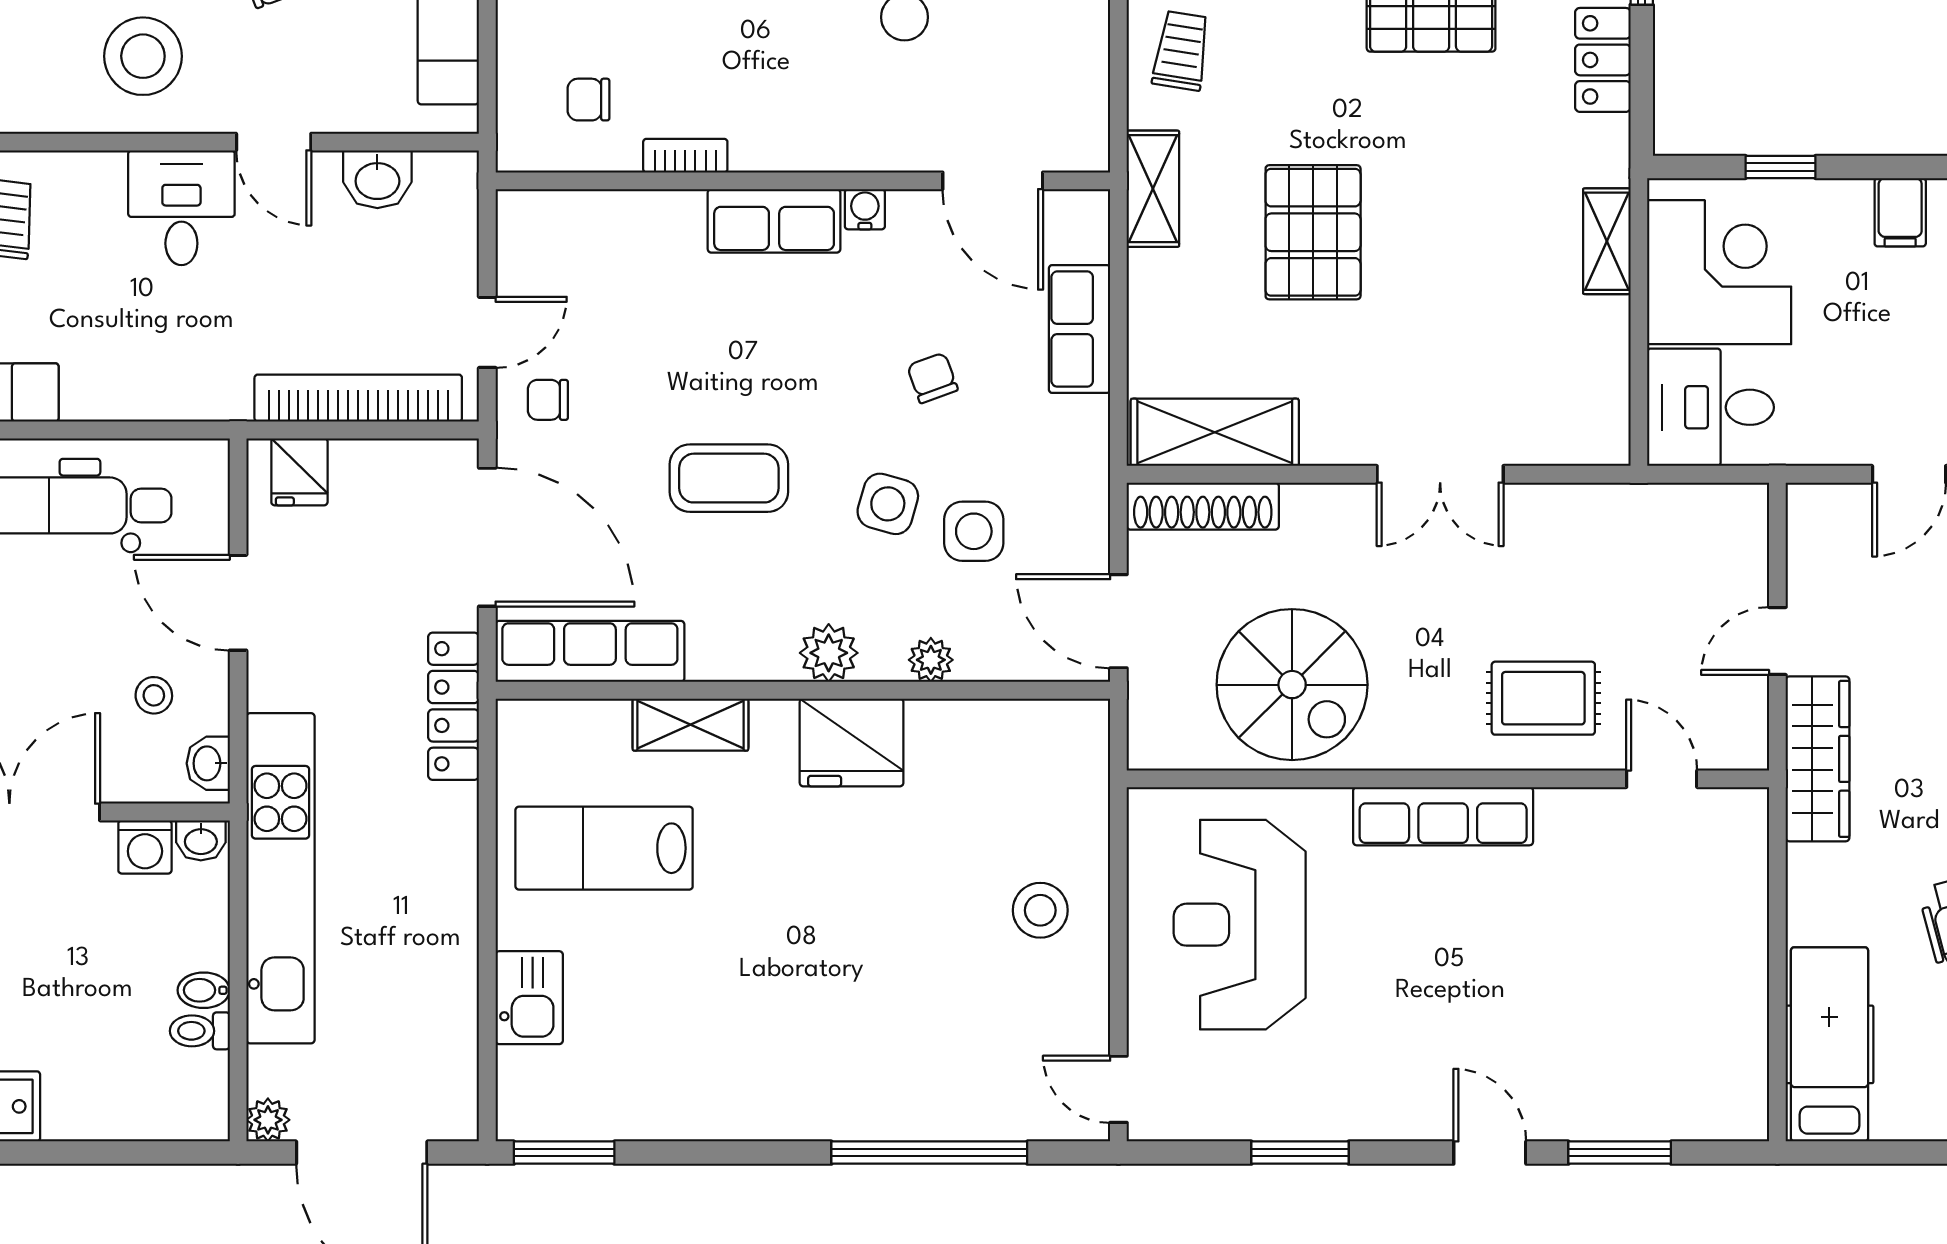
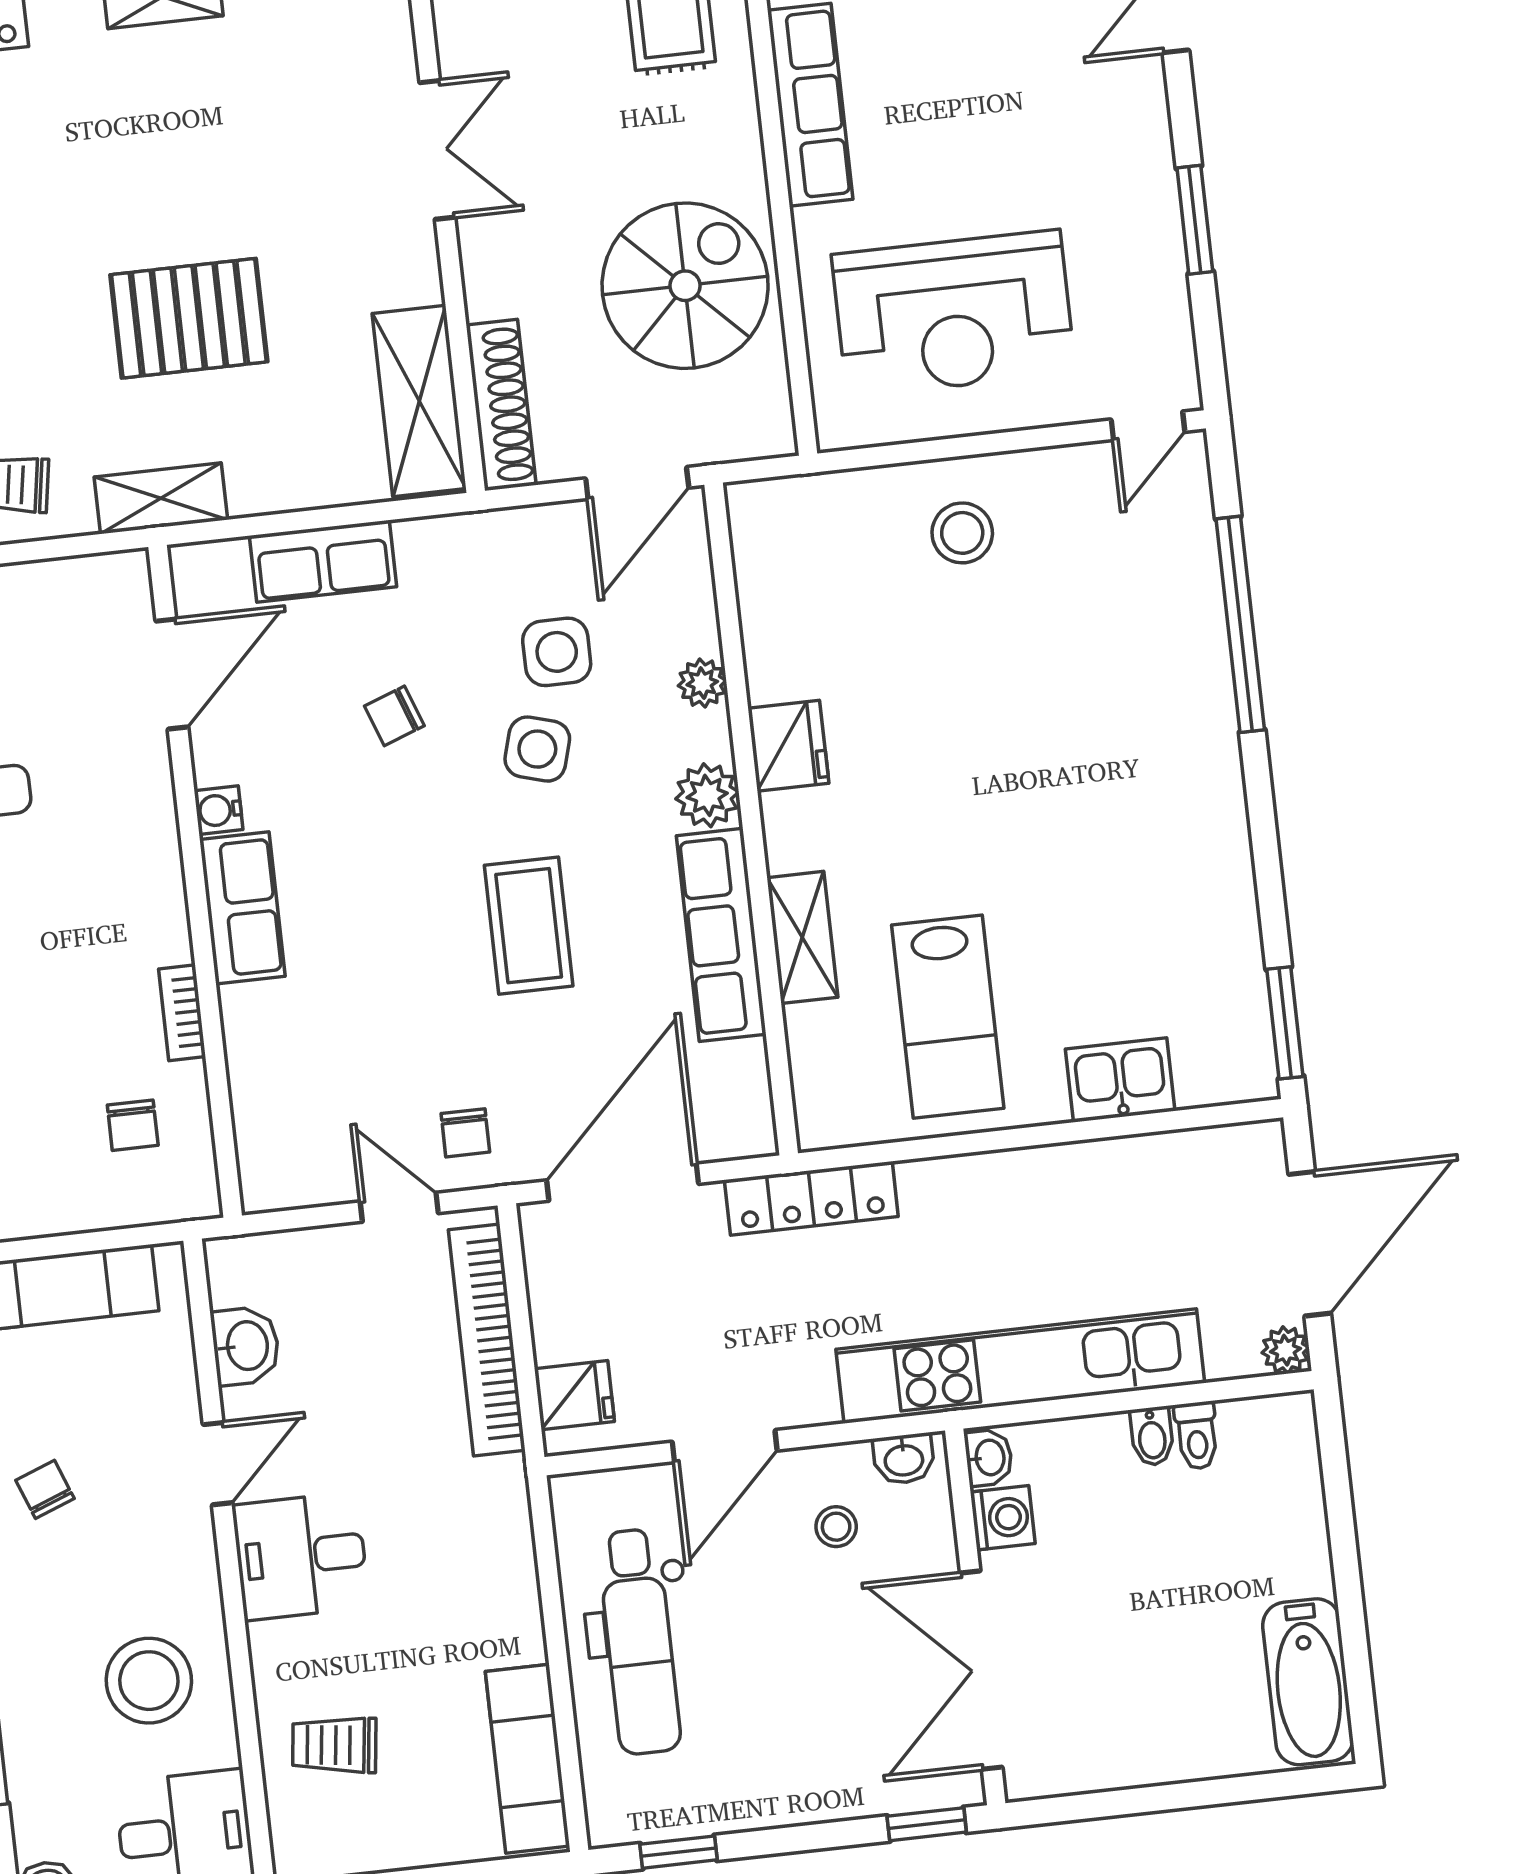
stool: (143, 56) -> (149, 1681), moved
row of seats: (590, 651) -> (721, 935), moved
fridge: (852, 742) -> (788, 746), width x0.73, depth x0.75

